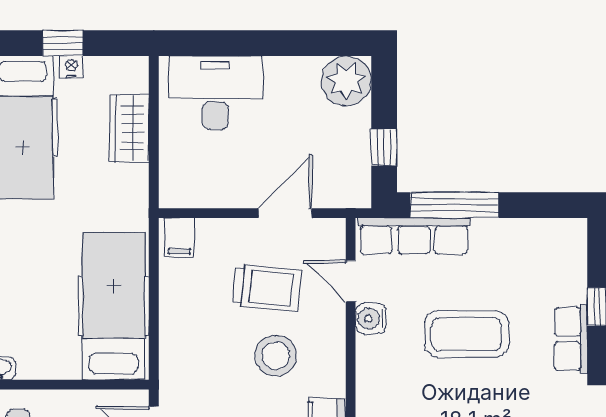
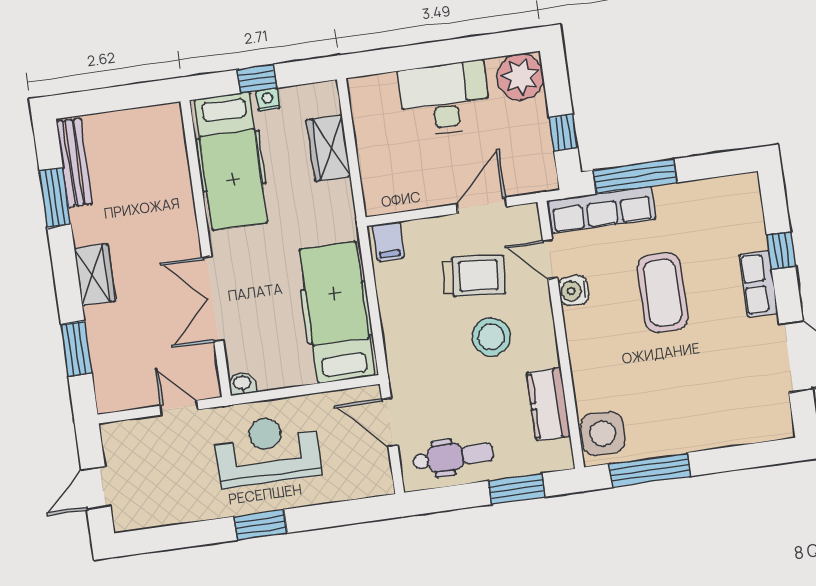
desk: (215, 93) -> (444, 99), moved
coffee table: (466, 334) -> (663, 293), turned 90

